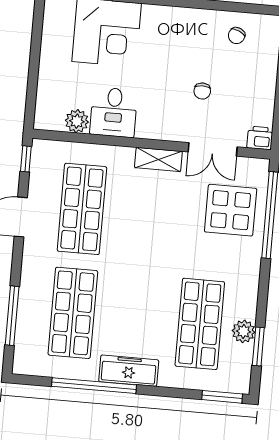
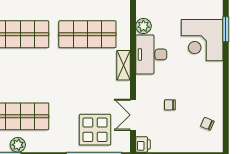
desk: (114, 112) -> (151, 54), width x1.37
shelving: (158, 159) -> (123, 65), moved

